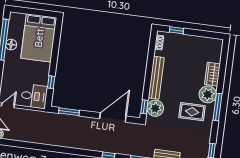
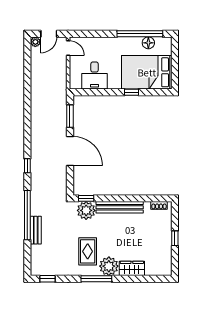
window: (177, 30) -> (175, 238), moved
floor lamp: (11, 45) -> (148, 43), moved
window: (51, 82) -> (132, 92), moved
desk: (34, 96) -> (95, 76), moved
door: (113, 117) -> (70, 151), moved

